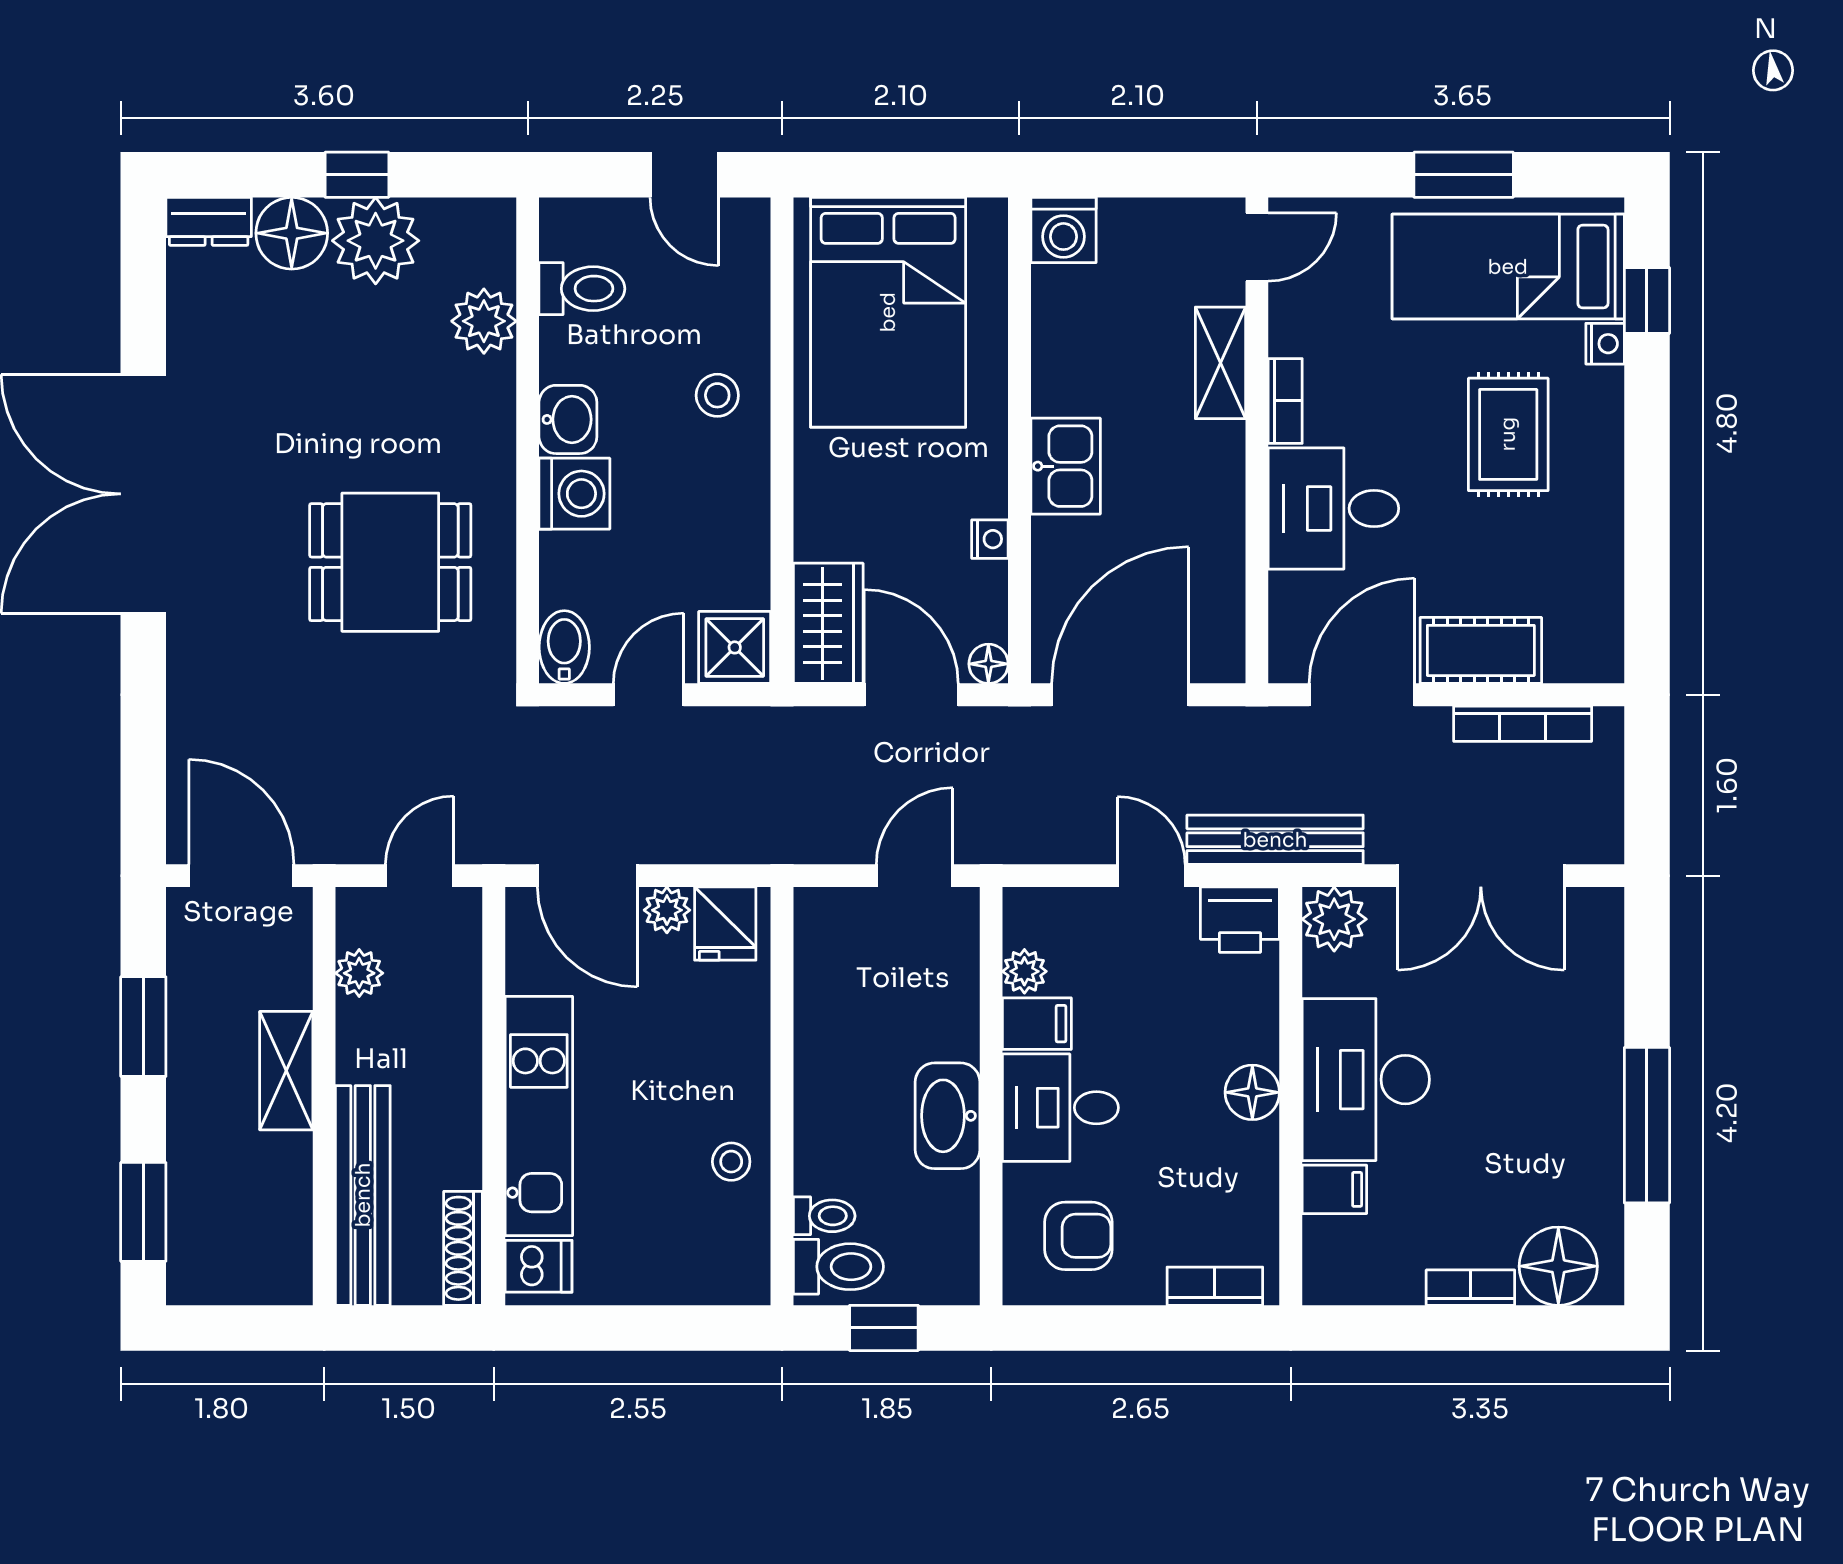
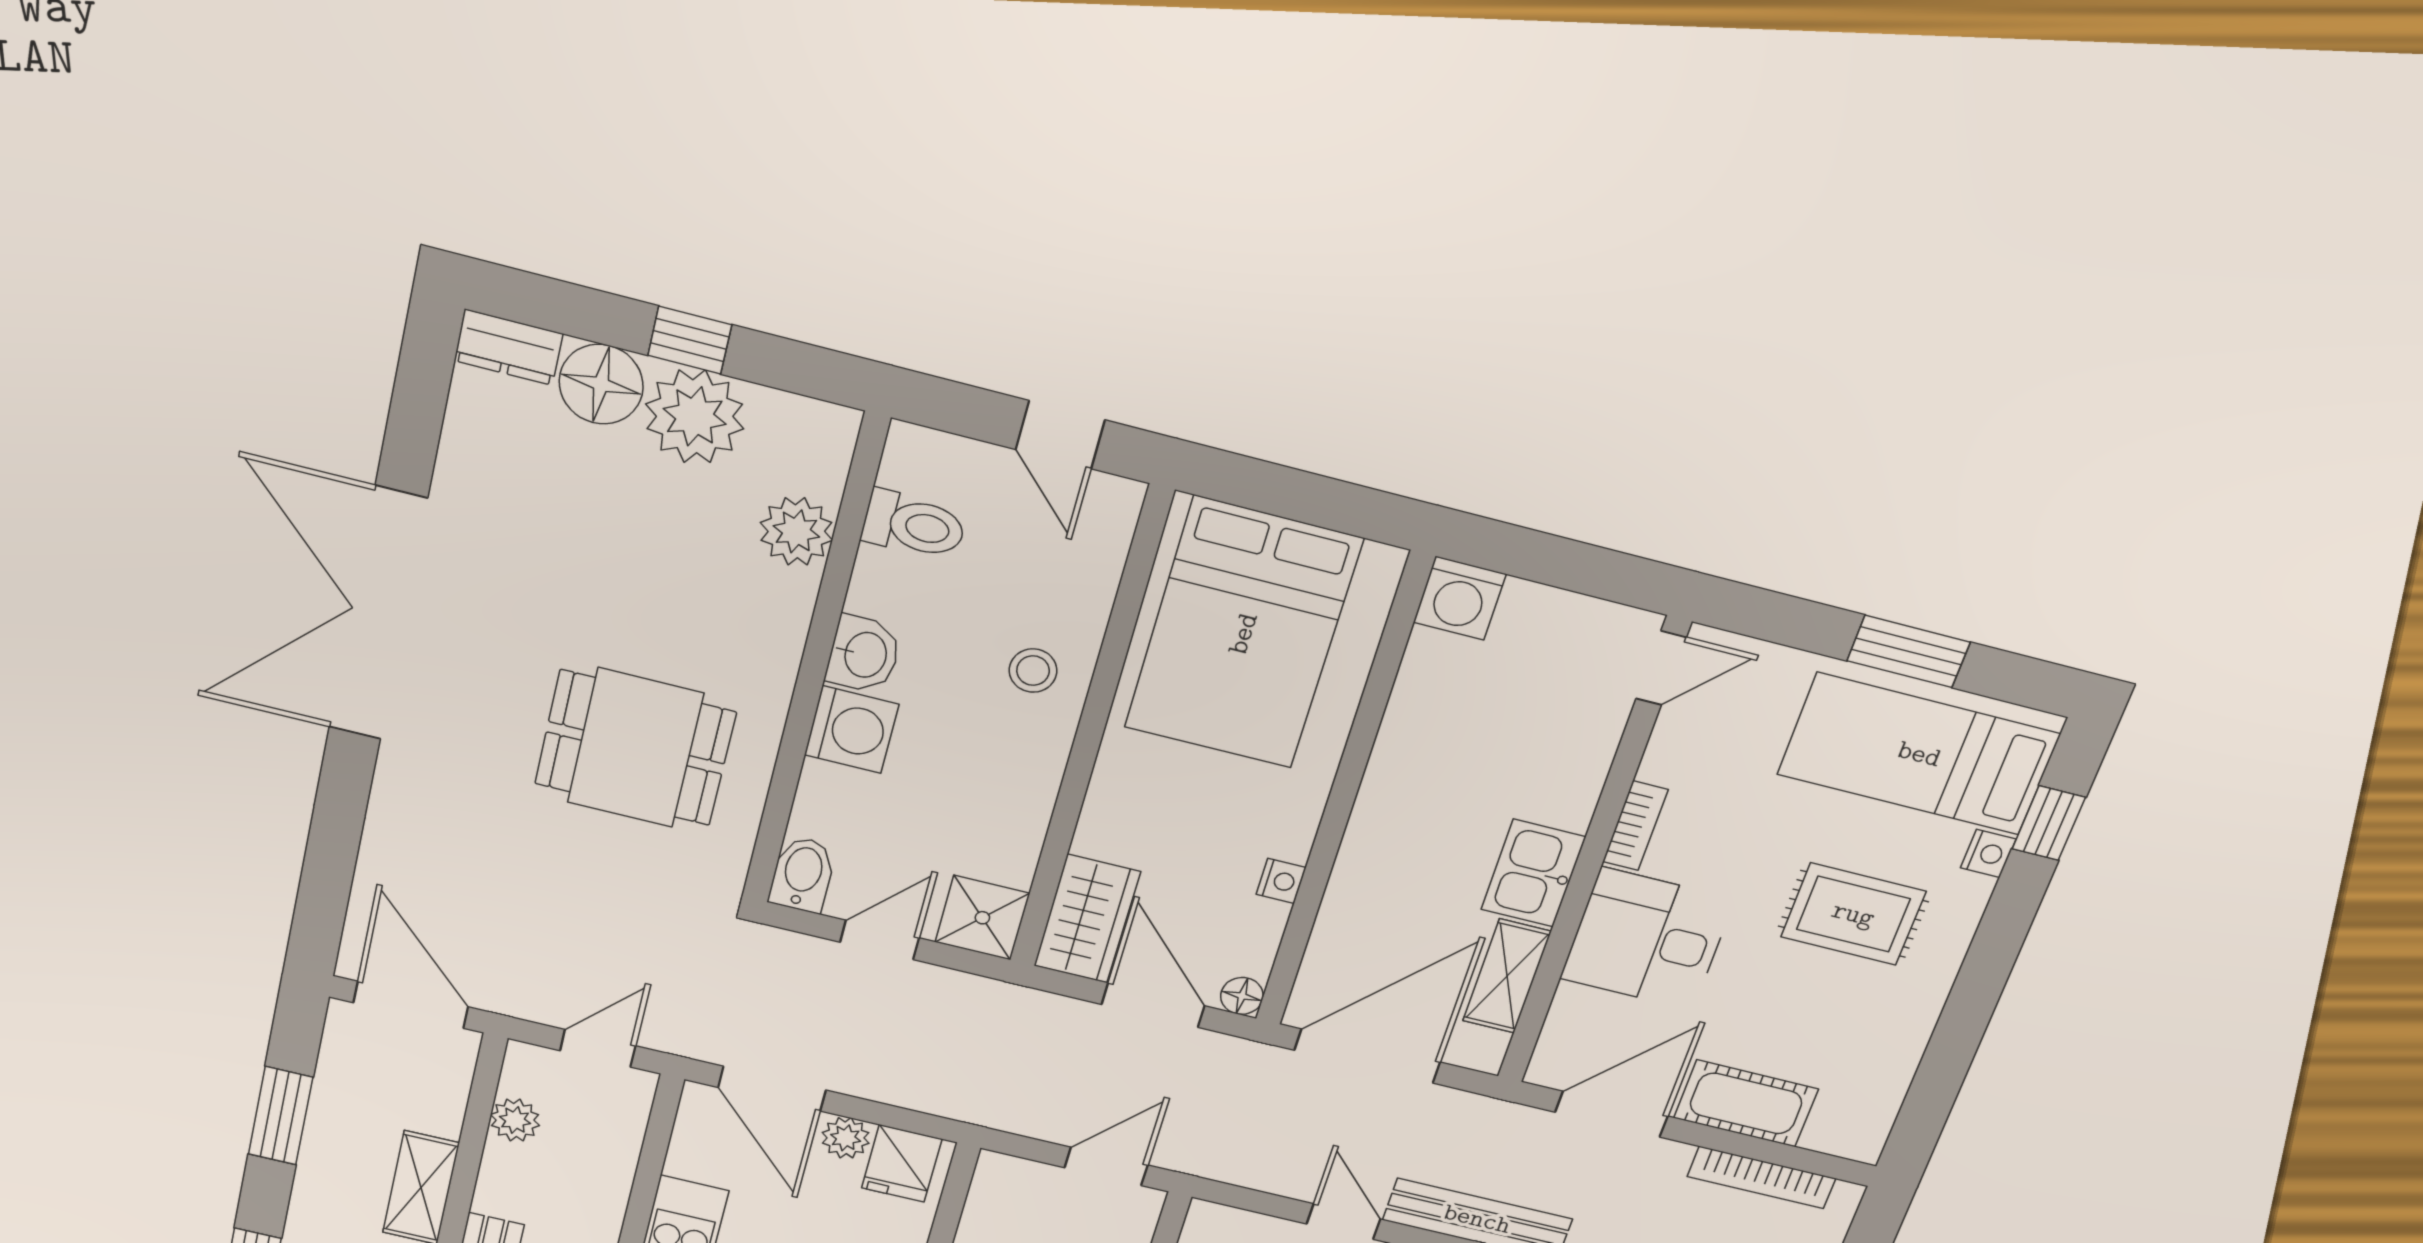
shelving: (1220, 363) -> (1507, 976), moved
rug: (1508, 434) -> (1853, 914), turned 90
kitchen sink: (1066, 466) -> (1533, 873), moved, turned 180

